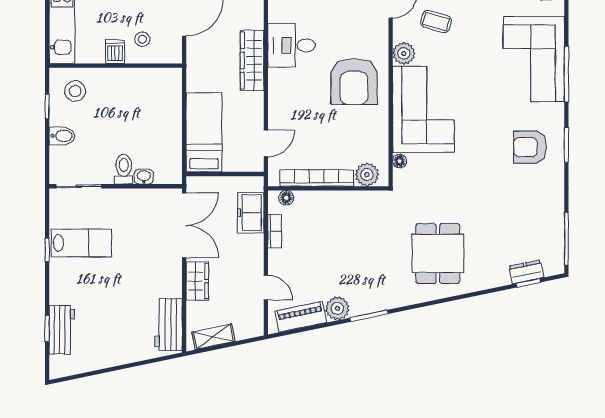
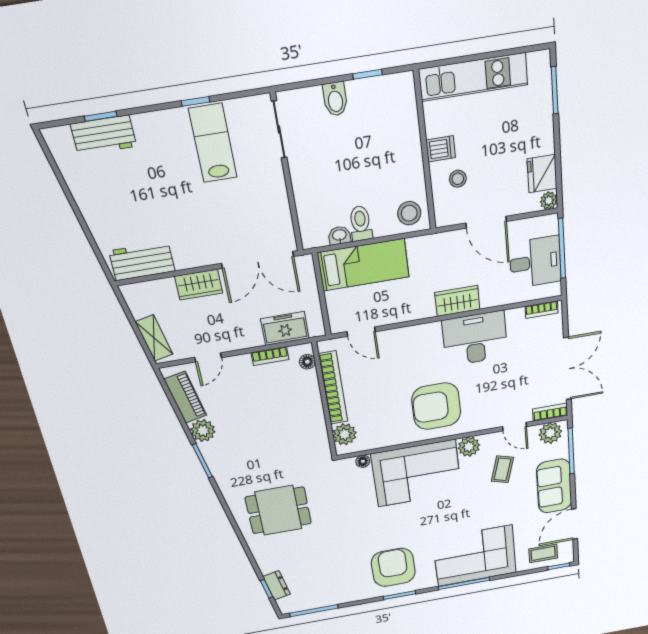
desk: (292, 45) -> (475, 339), width x1.37
wardrobe: (252, 60) -> (457, 301), width x0.67
stool: (75, 91) -> (409, 213), moved
armchair: (530, 147) -> (393, 567), width x1.36, depth x1.36
toilet: (124, 169) -> (361, 223), moved, turned -90
washbasin: (144, 177) -> (339, 235), moved, turned -90
lab bench: (81, 243) -> (213, 143), turned 180
shelving: (213, 337) -> (154, 338), moved

